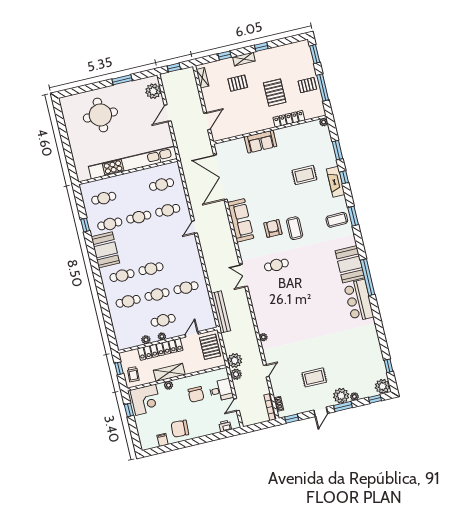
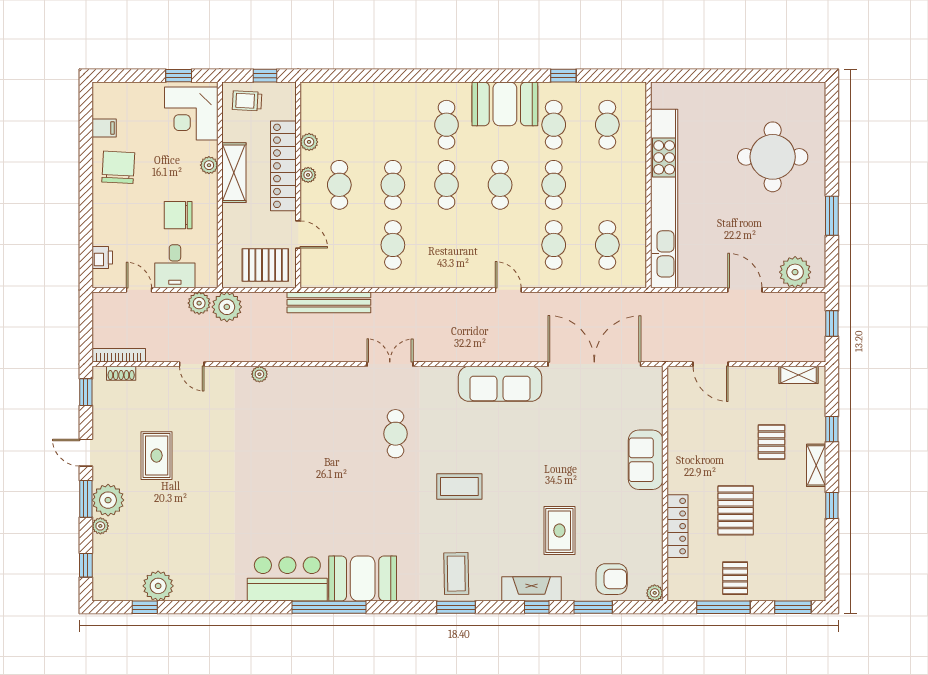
pallet: (275, 93) -> (736, 510), turned 90
armchair: (273, 228) -> (612, 579), moved
cafe table: (128, 301) -> (500, 185), moved
plant: (382, 386) -> (158, 586), moved

